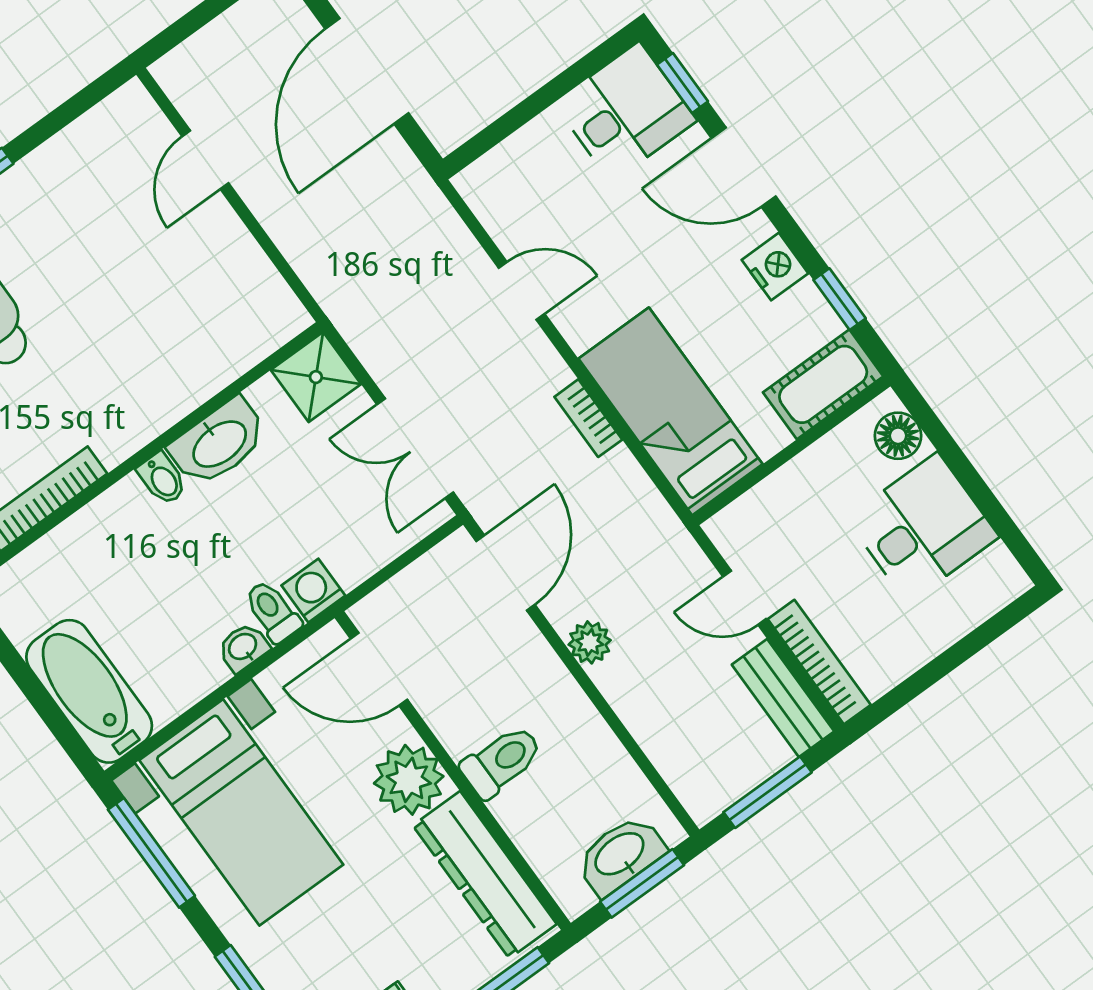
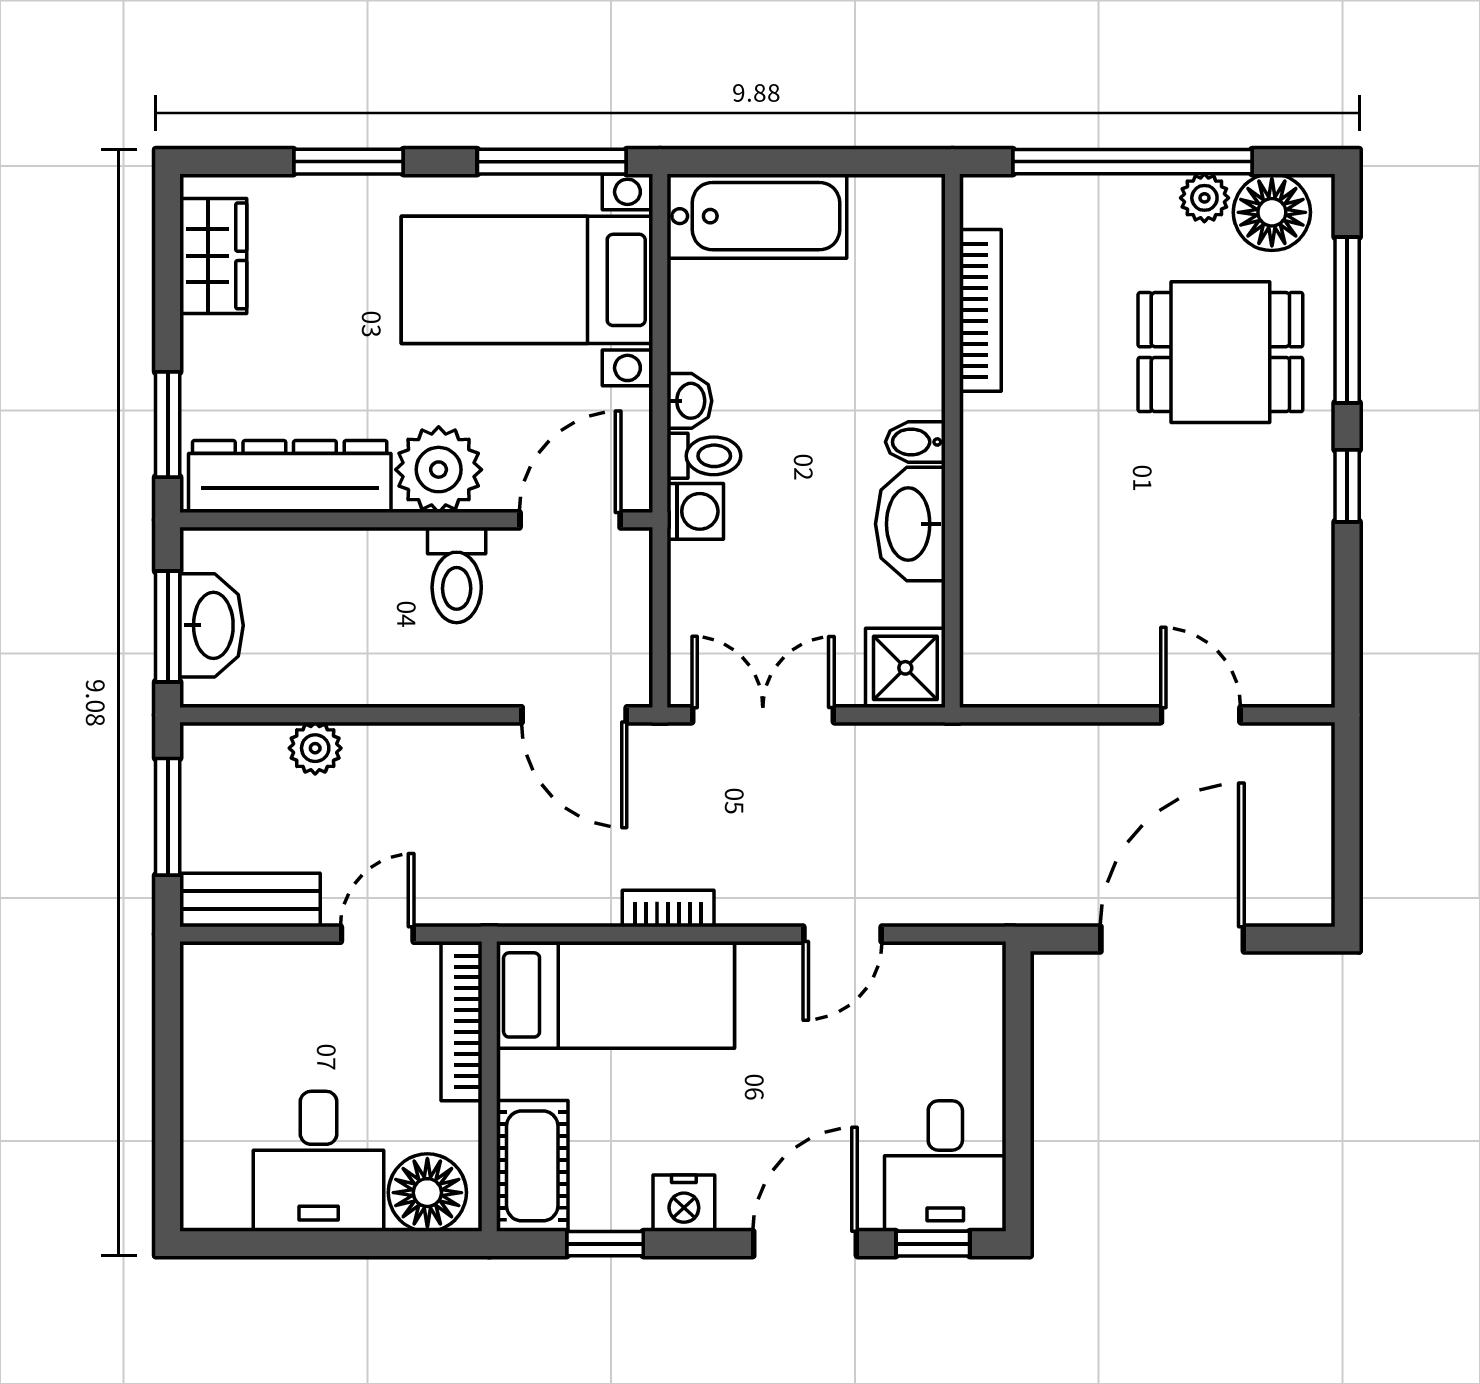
door: (367, 71) -> (1172, 939), hinge flipped
floor lamp: (898, 436) -> (427, 1193), width x1.38, depth x1.38
plant: (590, 642) -> (315, 748), moved
bookcase: (819, 662) -> (462, 1021), moved, turned 90
toilet: (502, 761) -> (457, 575), moved

